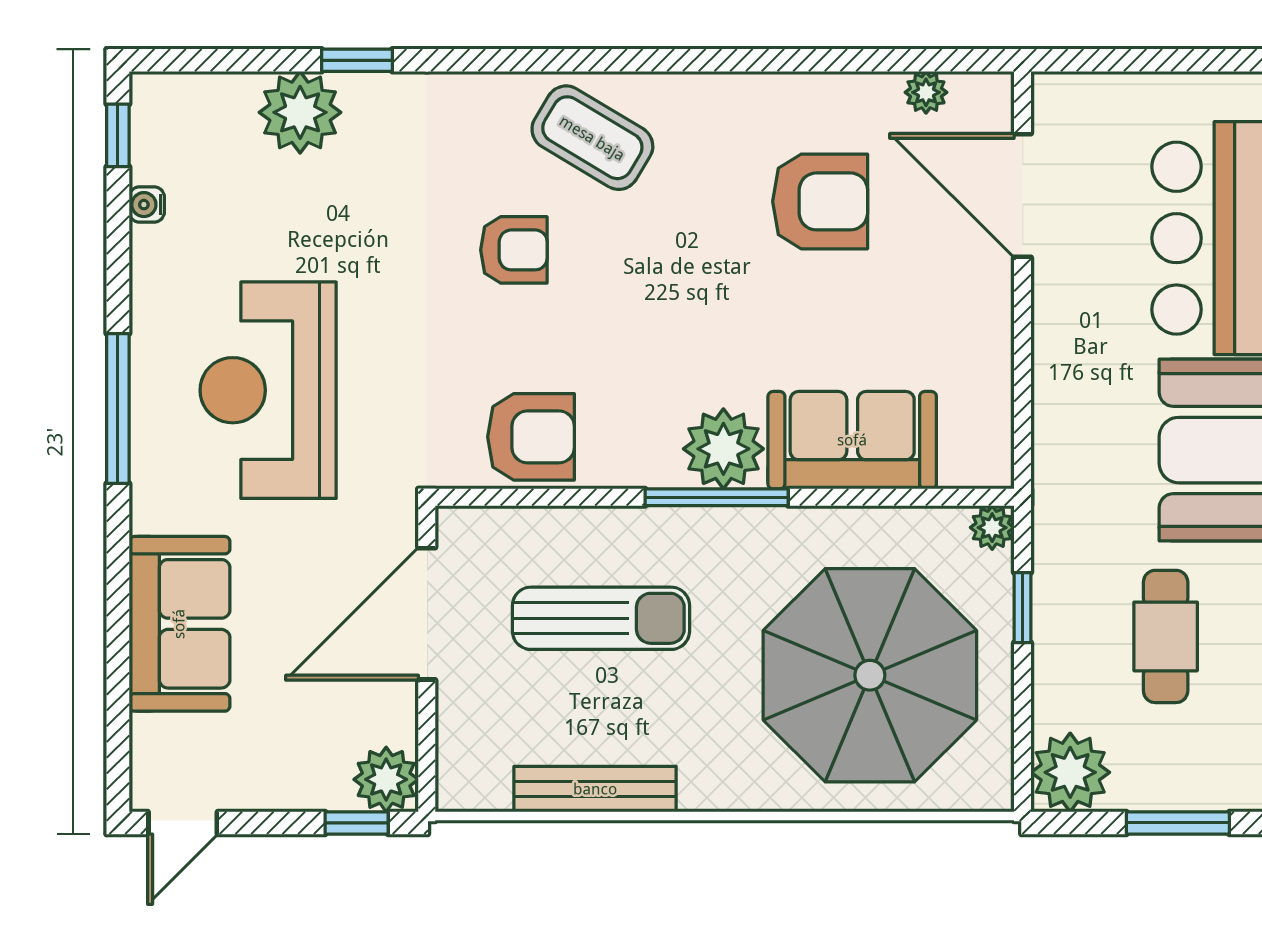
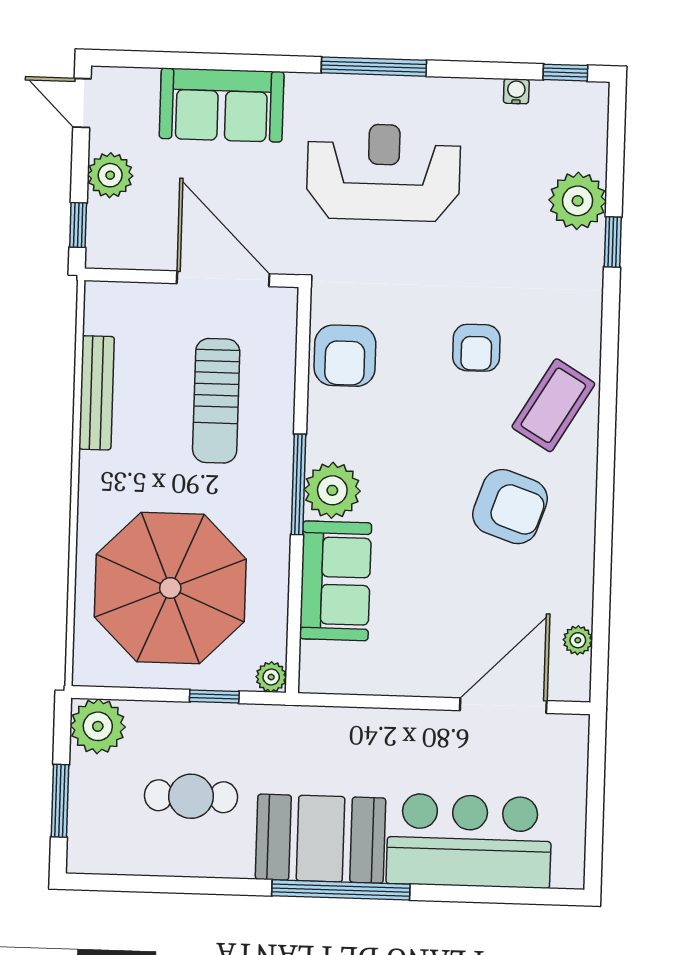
armchair: (820, 201) -> (510, 507), moved, turned -71
plant: (386, 779) -> (110, 175), moved

